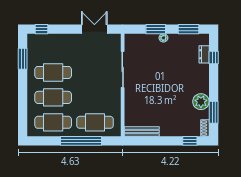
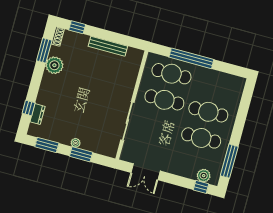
plant: (42, 40) -> (204, 176), added
window: (23, 59) -> (229, 161), width x1.44
cafe table: (53, 122) -> (164, 100), moved
bench: (142, 131) -> (108, 46), moved

